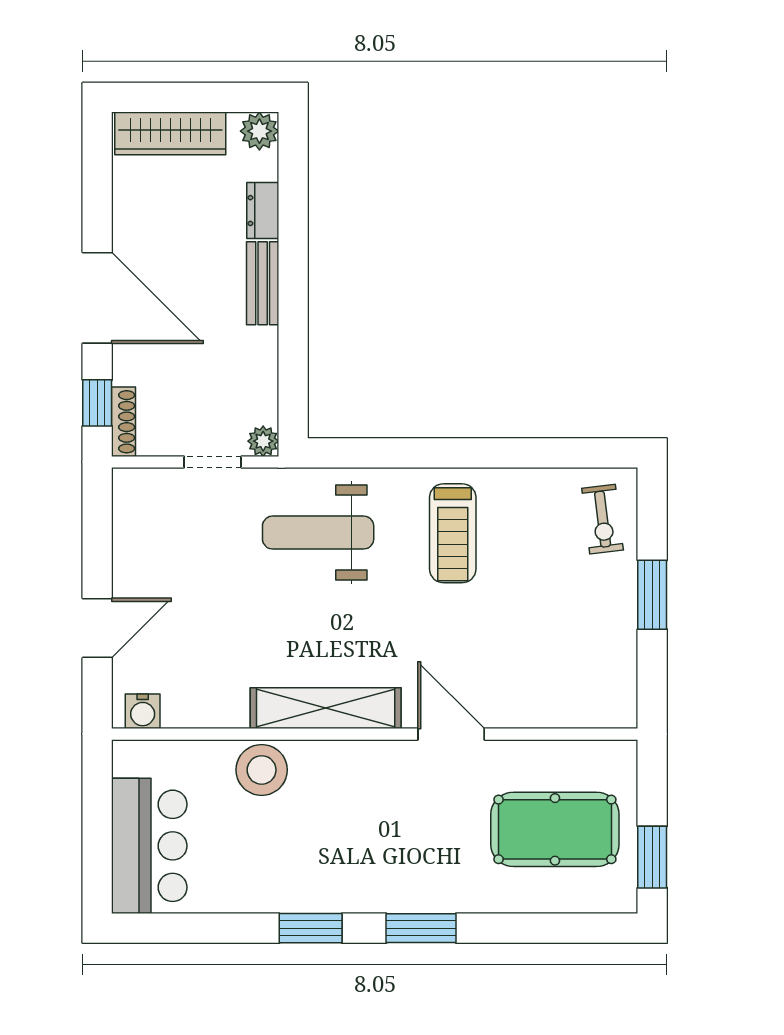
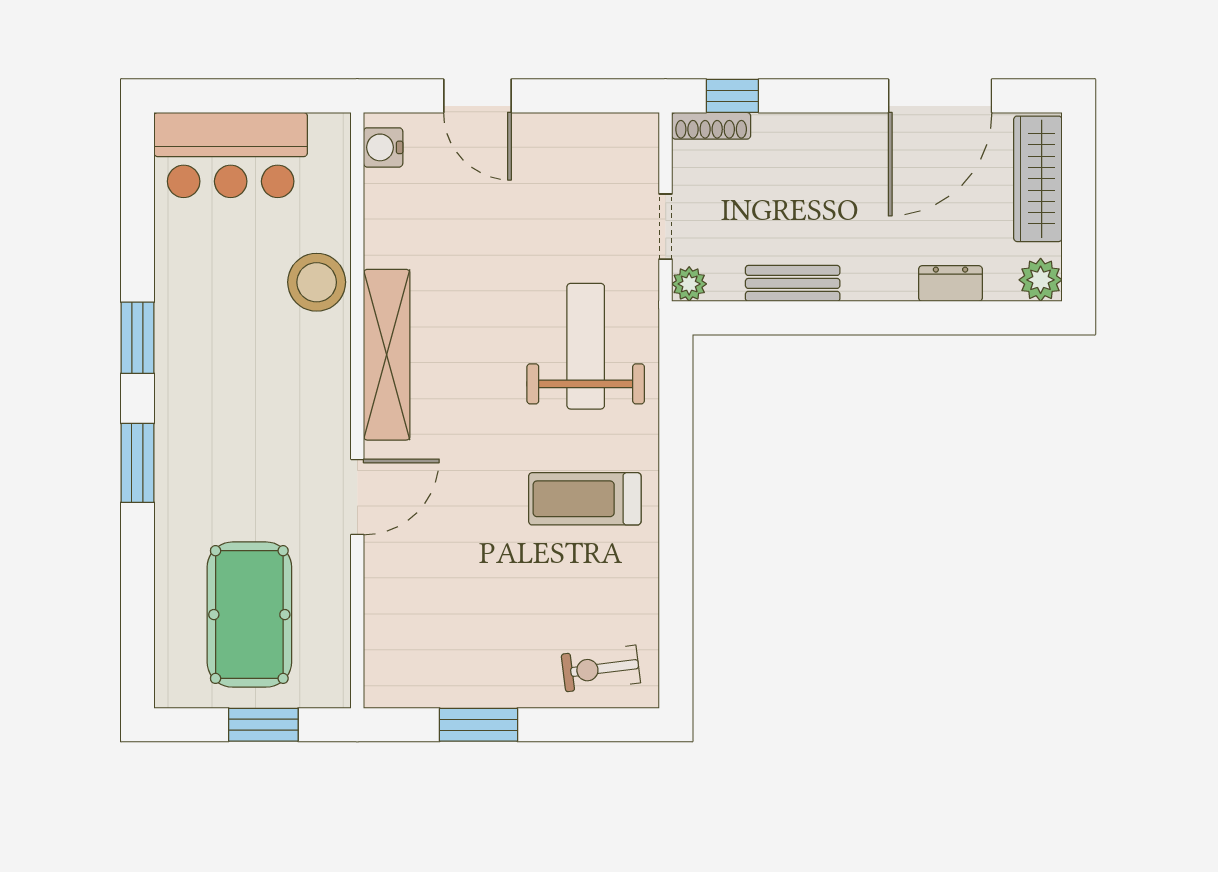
bench: (263, 283) -> (793, 283), moved
door: (97, 298) -> (940, 96), moved
window: (652, 595) -> (478, 725), moved
window: (652, 857) -> (263, 725), moved

